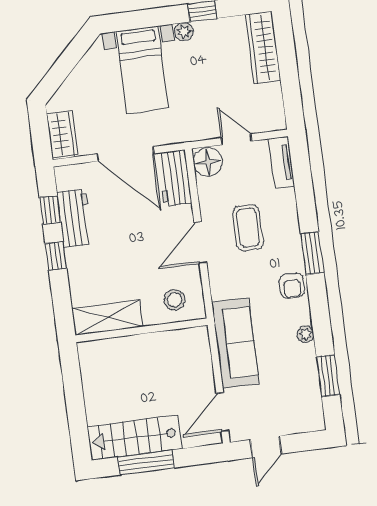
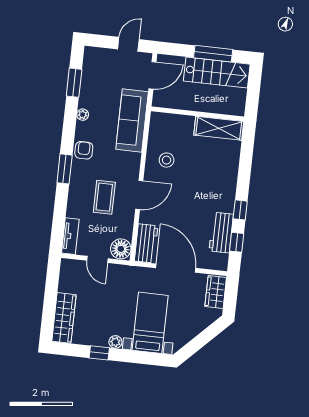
shelving: (107, 318) -> (219, 128), moved
wall: (141, 330) -> (198, 114), moved

